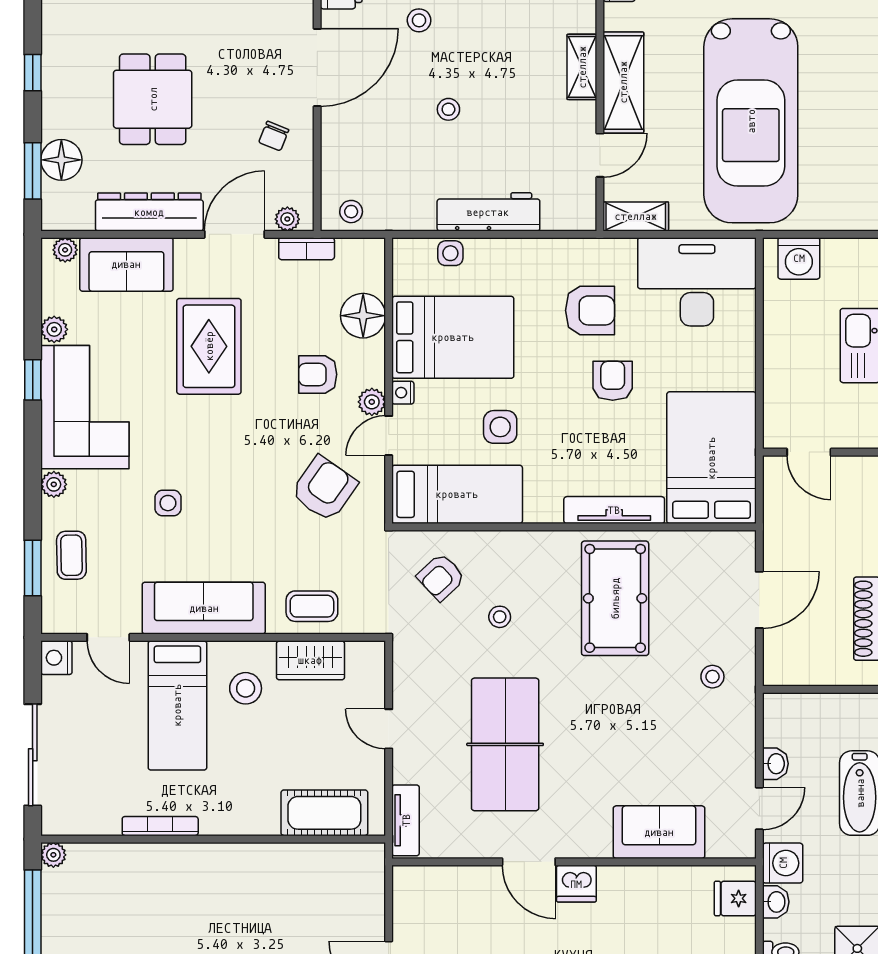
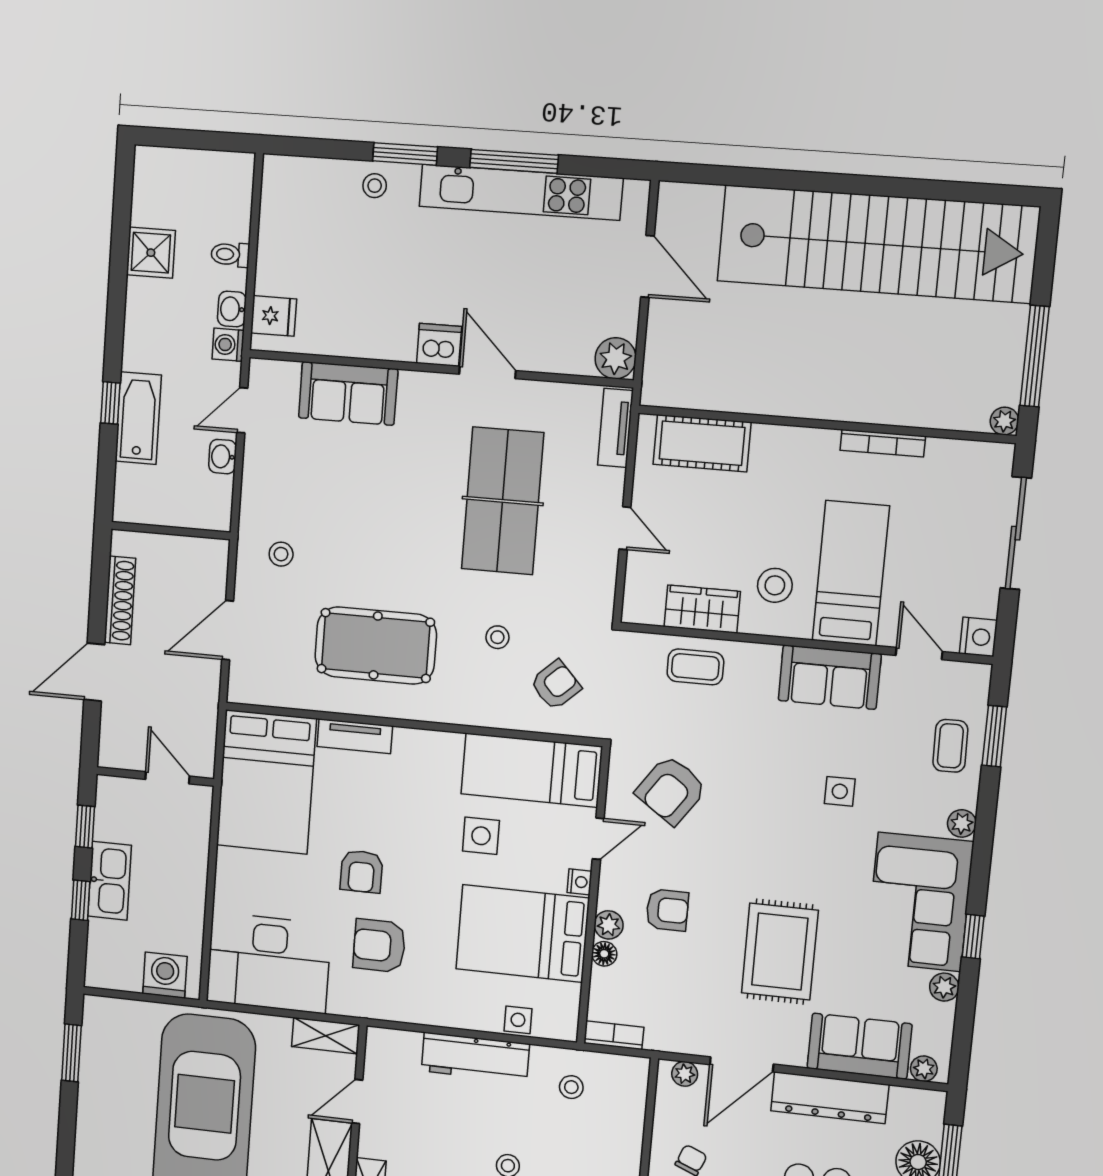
stool: (351, 212) -> (571, 1087), moved
bookcase: (307, 249) -> (614, 1035), moved
floor lamp: (363, 316) -> (604, 954), width x0.53, depth x0.53
plant: (372, 402) -> (609, 925), moved
tv unit: (614, 510) -> (355, 736), width x0.71
pool table: (615, 598) -> (376, 646), turned 90
sofa: (204, 608) -> (830, 677), width x0.73
washing machine: (783, 863) -> (228, 345), width x0.73, depth x0.73
plant: (411, 884) -> (616, 358), added

